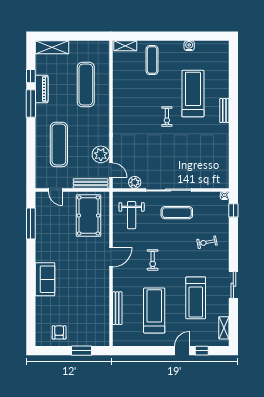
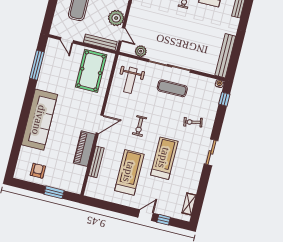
bench: (223, 165) -> (225, 56), added
door: (111, 257) -> (100, 124), moved
sofa: (45, 279) -> (39, 120), width x1.85, depth x1.27
sliding door: (233, 285) -> (211, 152), moved
piano: (102, 298) -> (84, 149), added
treadmill: (196, 298) -> (164, 158), moved, turned 180

